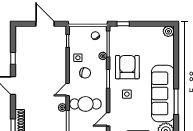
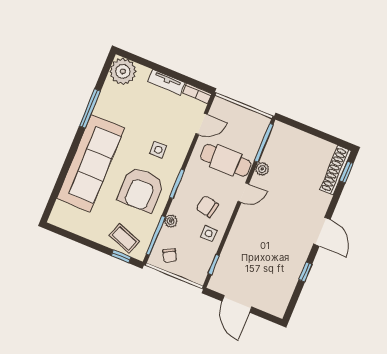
plant: (168, 31) -> (58, 217), removed
coffee table: (126, 35) -> (124, 238), added
sofa: (163, 93) -> (91, 163), moved

